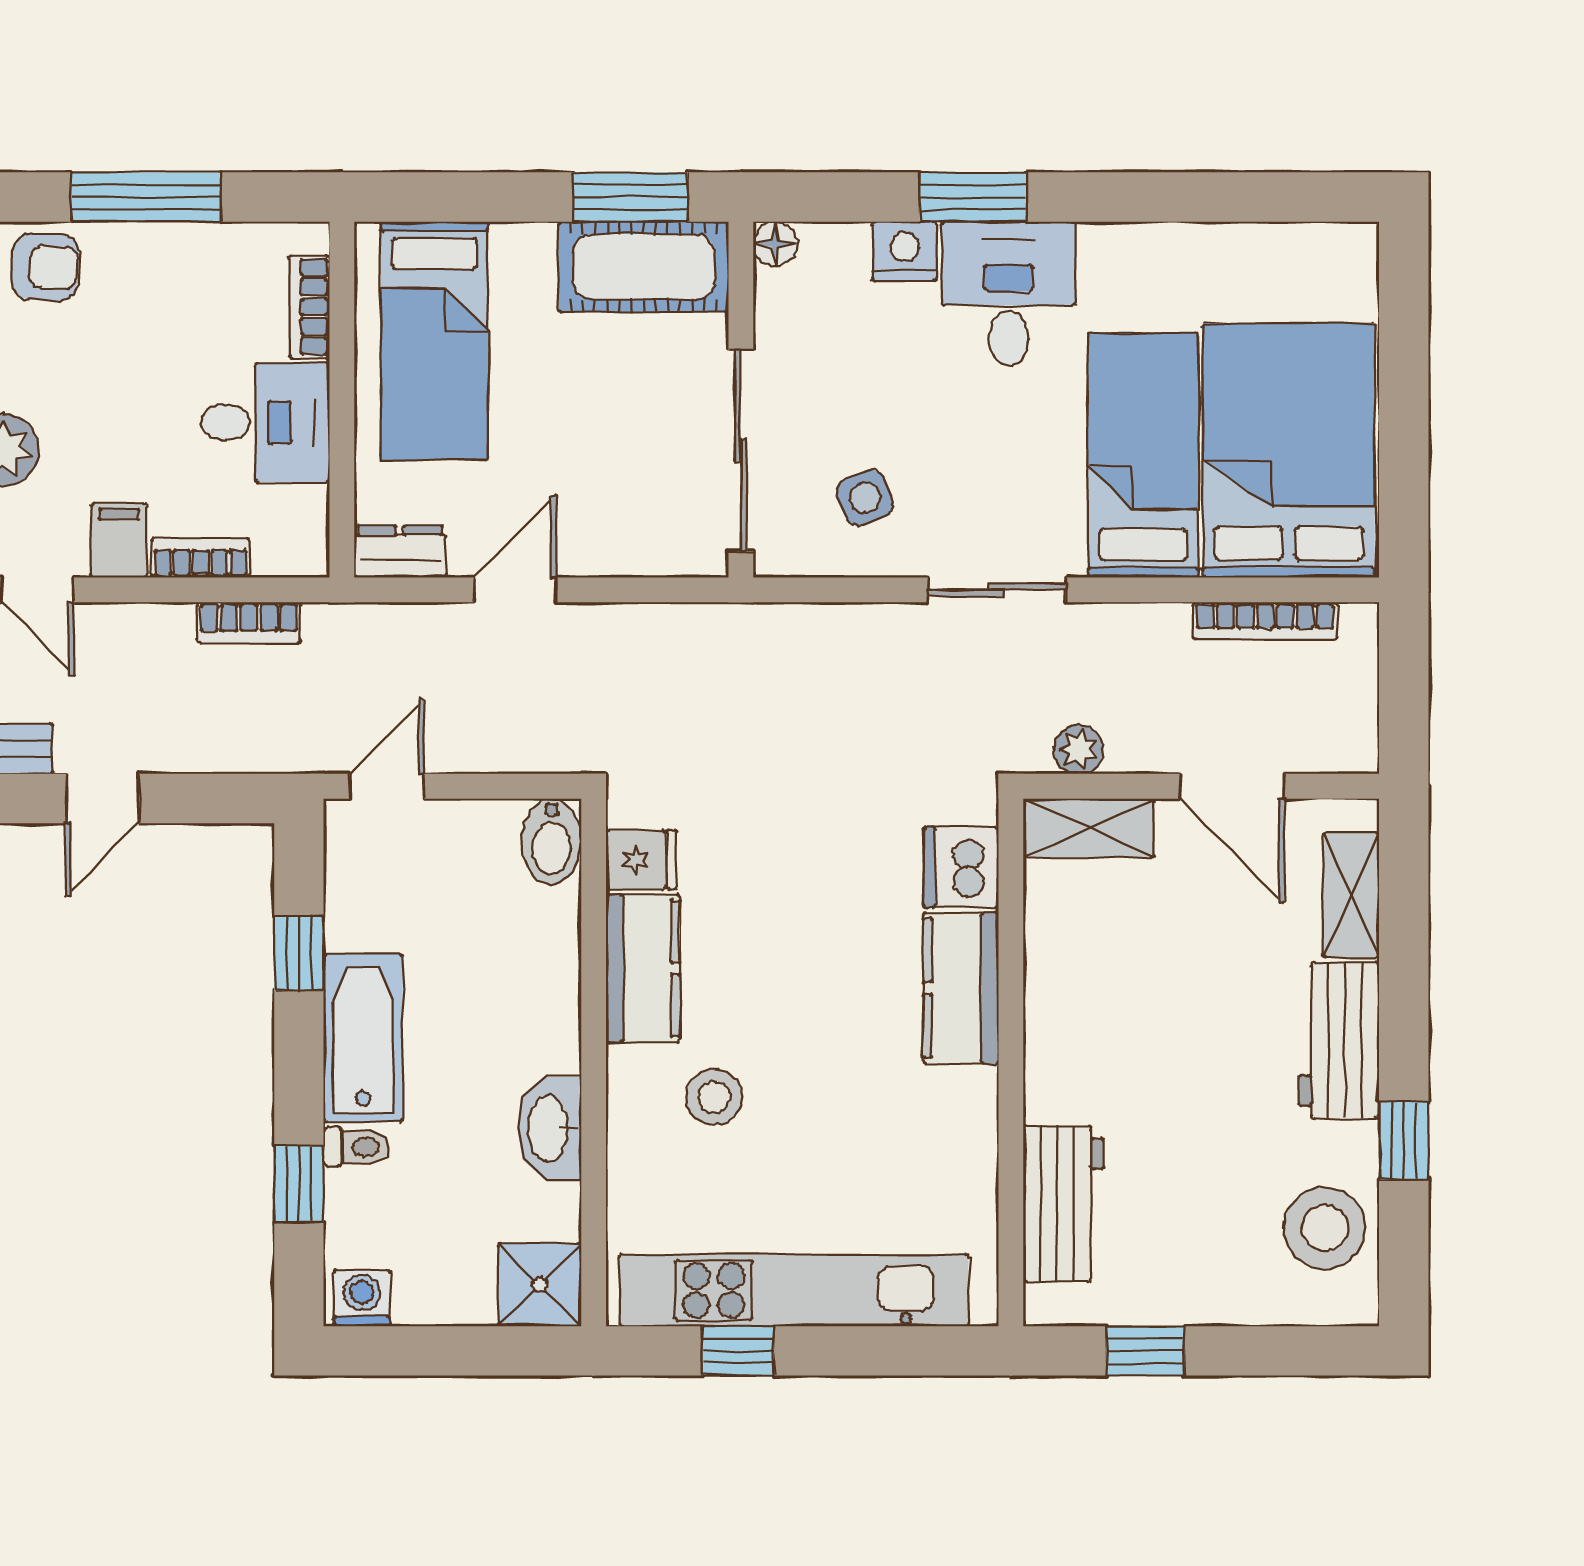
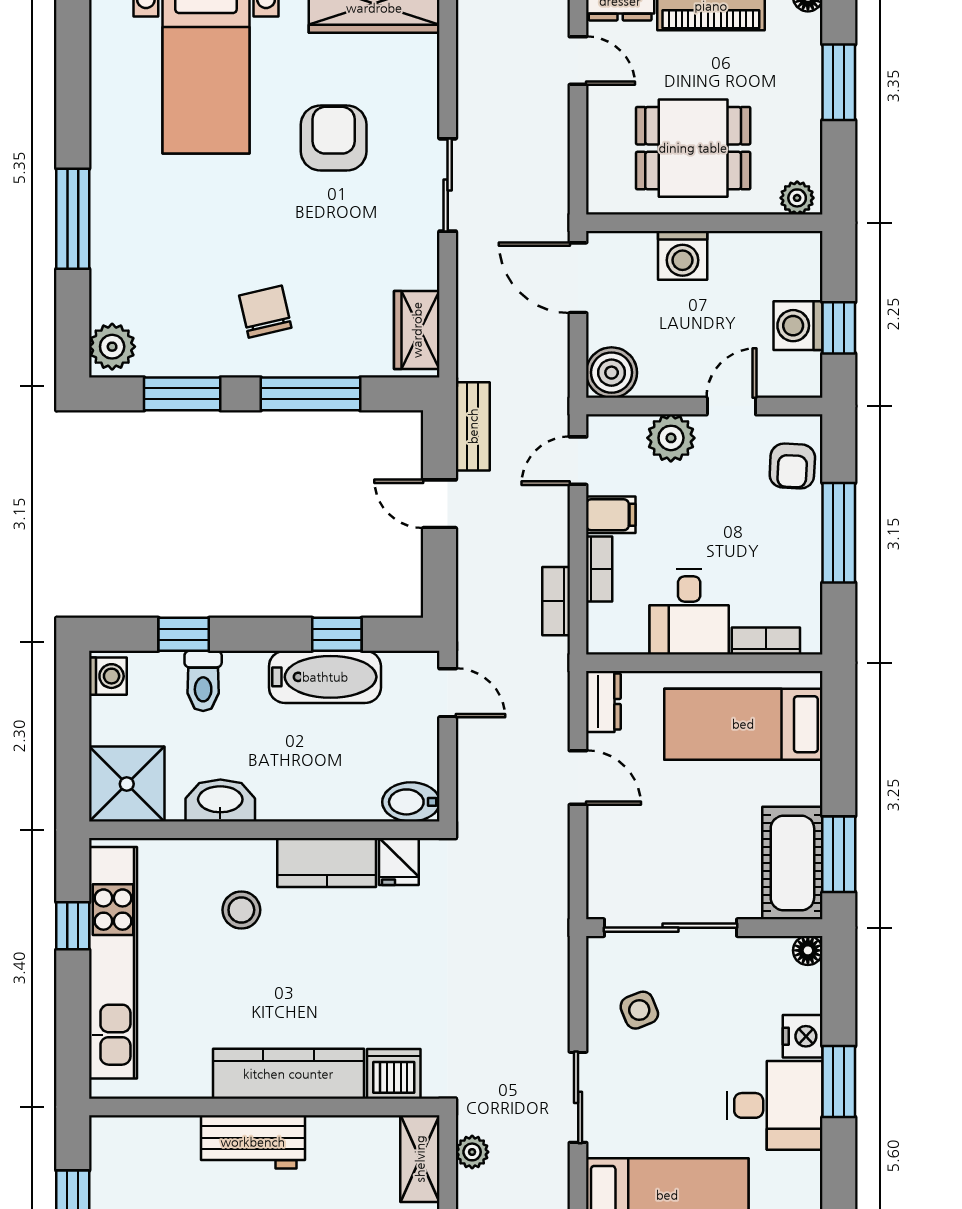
kitchen counter: (961, 988) -> (288, 1074), width x1.50
bathtub: (363, 1038) -> (325, 677), moved
toilet: (356, 1147) -> (203, 681), width x1.37, depth x1.39
workbench: (1064, 1204) -> (253, 1142), moved
shower: (540, 1285) -> (127, 784), width x1.36, depth x1.36

